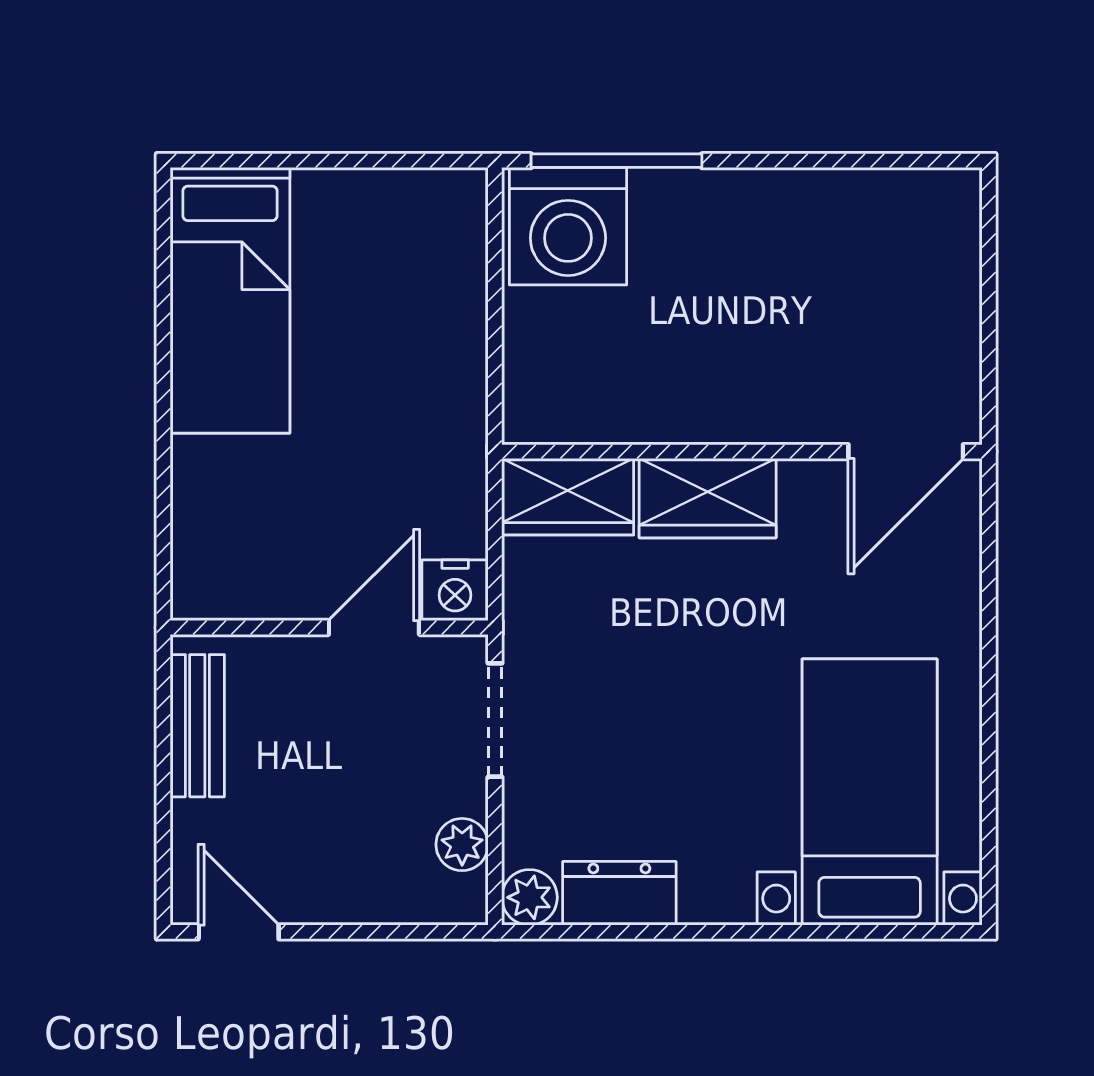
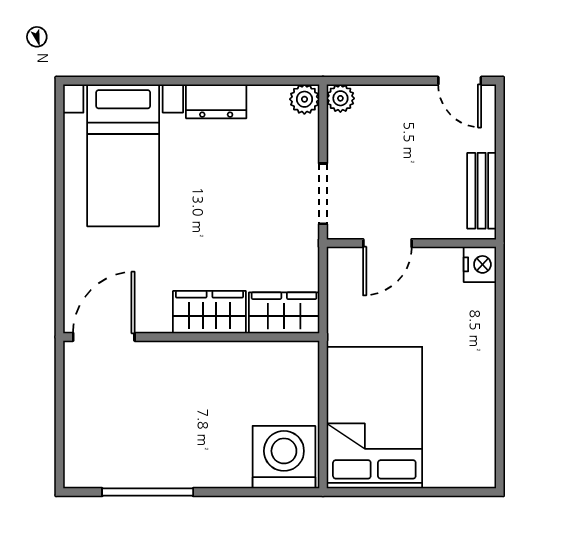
window: (616, 161) -> (148, 492), moved
bed: (230, 300) -> (374, 418), moved, width x1.50
nightstand: (455, 590) -> (480, 264), moved, turned 90
plant: (462, 845) -> (340, 98), moved
dresser: (619, 893) -> (216, 101), moved

